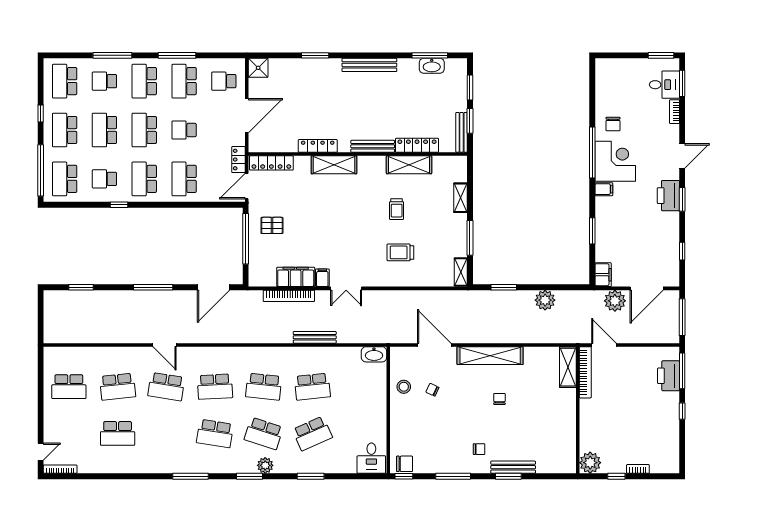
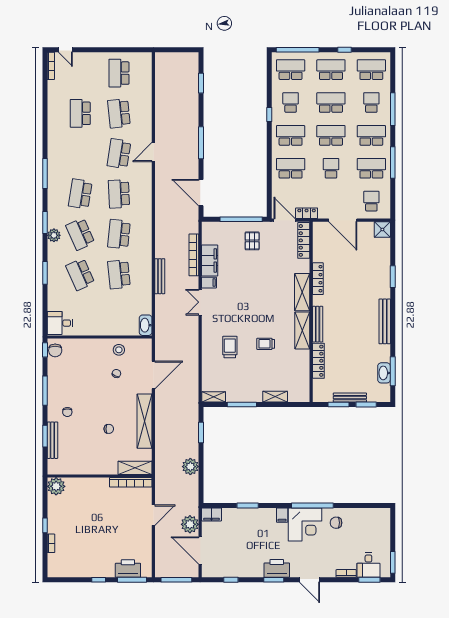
bench: (462, 132) -> (350, 398), moved
shelving: (409, 165) -> (302, 330), moved
shelving: (568, 367) -> (135, 468), moved
bookcase: (585, 372) -> (131, 482), moved
wall: (578, 410) -> (100, 476), moved
school desk: (264, 433) -> (80, 234), turned -42
plant: (590, 463) -> (56, 486), moved

